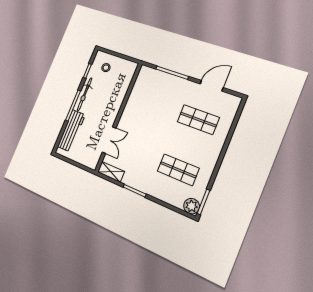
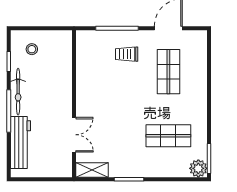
trolley: (171, 95) -> (127, 54), added
shop shelf: (198, 120) -> (168, 72), turned 90

